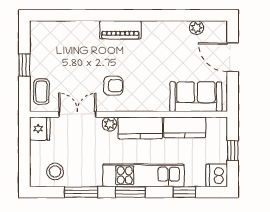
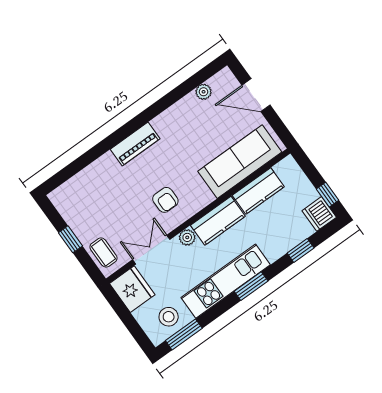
armchair: (113, 86) -> (165, 200), turned 90
sofa: (196, 97) -> (240, 162), width x1.36
fridge: (40, 129) -> (132, 289), width x1.36, depth x1.34
window: (233, 151) -> (327, 195), moved
kitchen unit: (143, 175) -> (226, 281), moved
window: (81, 192) -> (184, 334), moved

